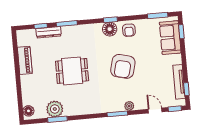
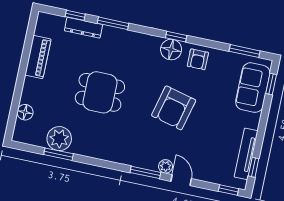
floor lamp: (28, 111) -> (25, 112), moved
door: (155, 111) -> (181, 180), moved

